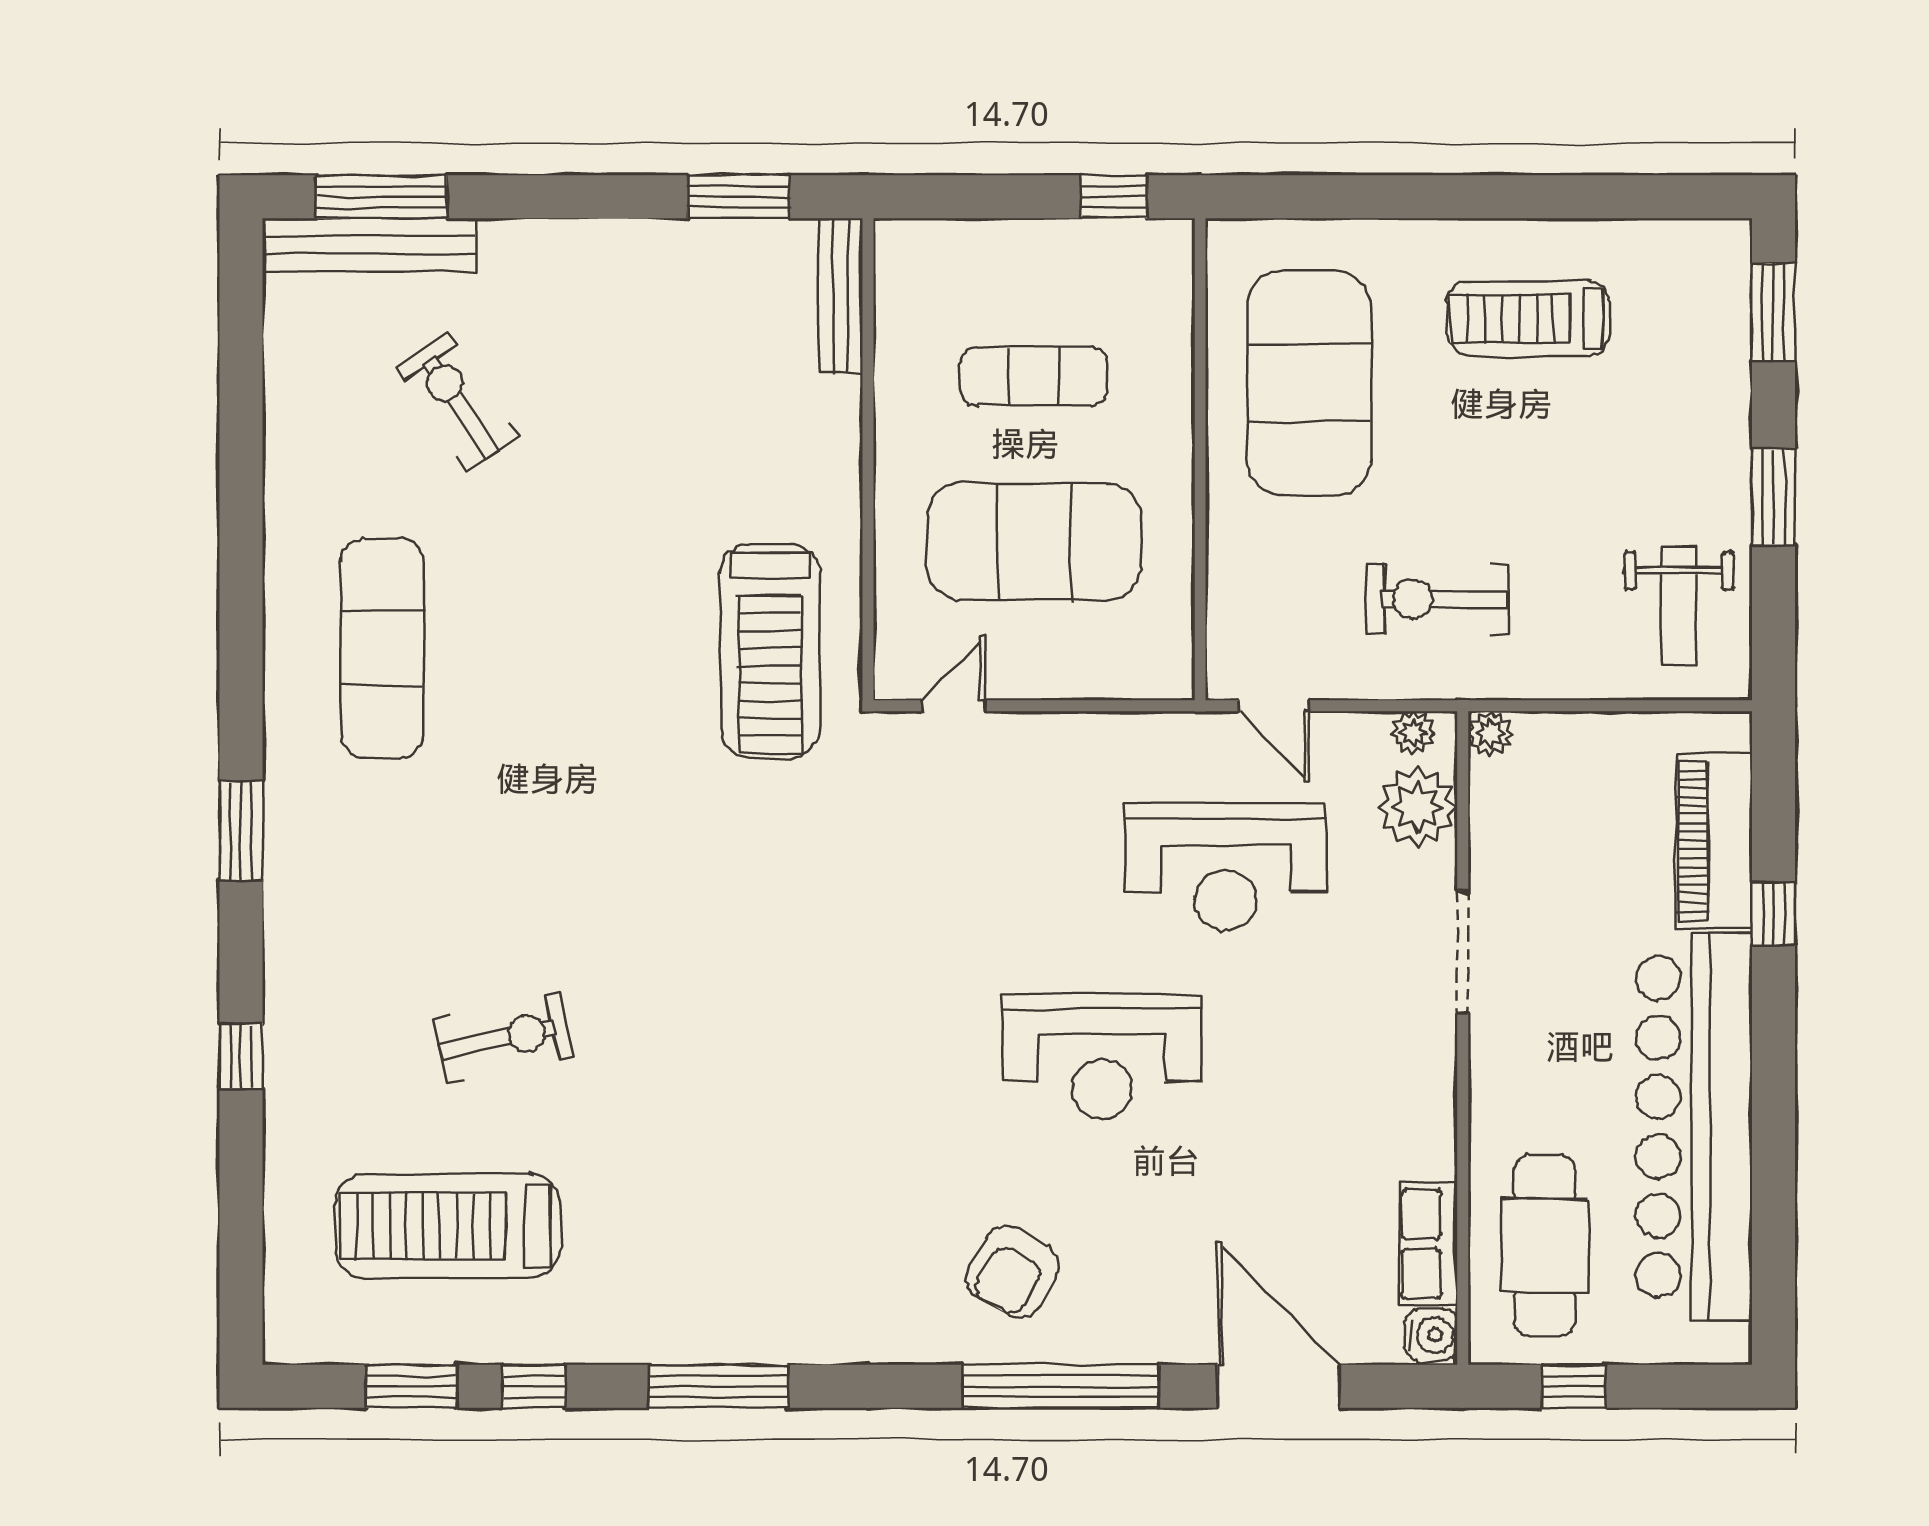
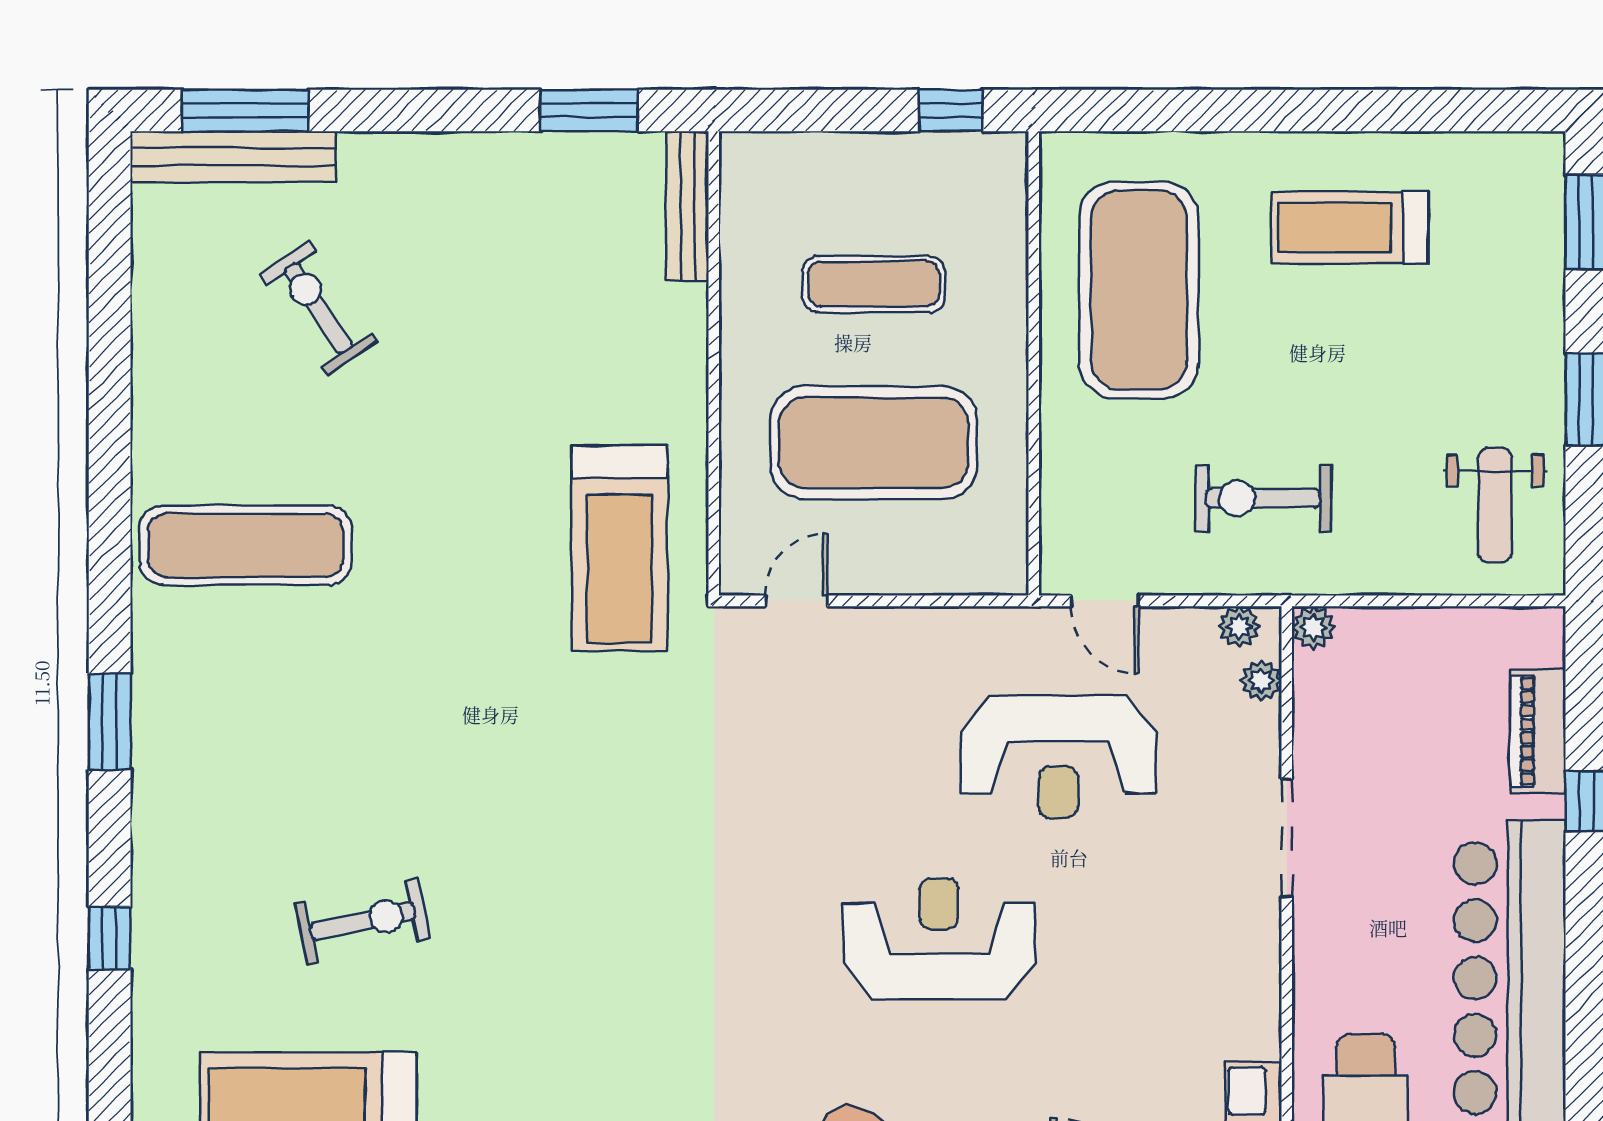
exercise mat: (382, 648) -> (246, 545), turned 90
plant: (1418, 807) -> (1261, 681), width x0.53, depth x0.53
piano: (1714, 841) -> (1538, 731), width x0.73, depth x0.75
reception desk: (1102, 1056) -> (939, 939), turned 180

